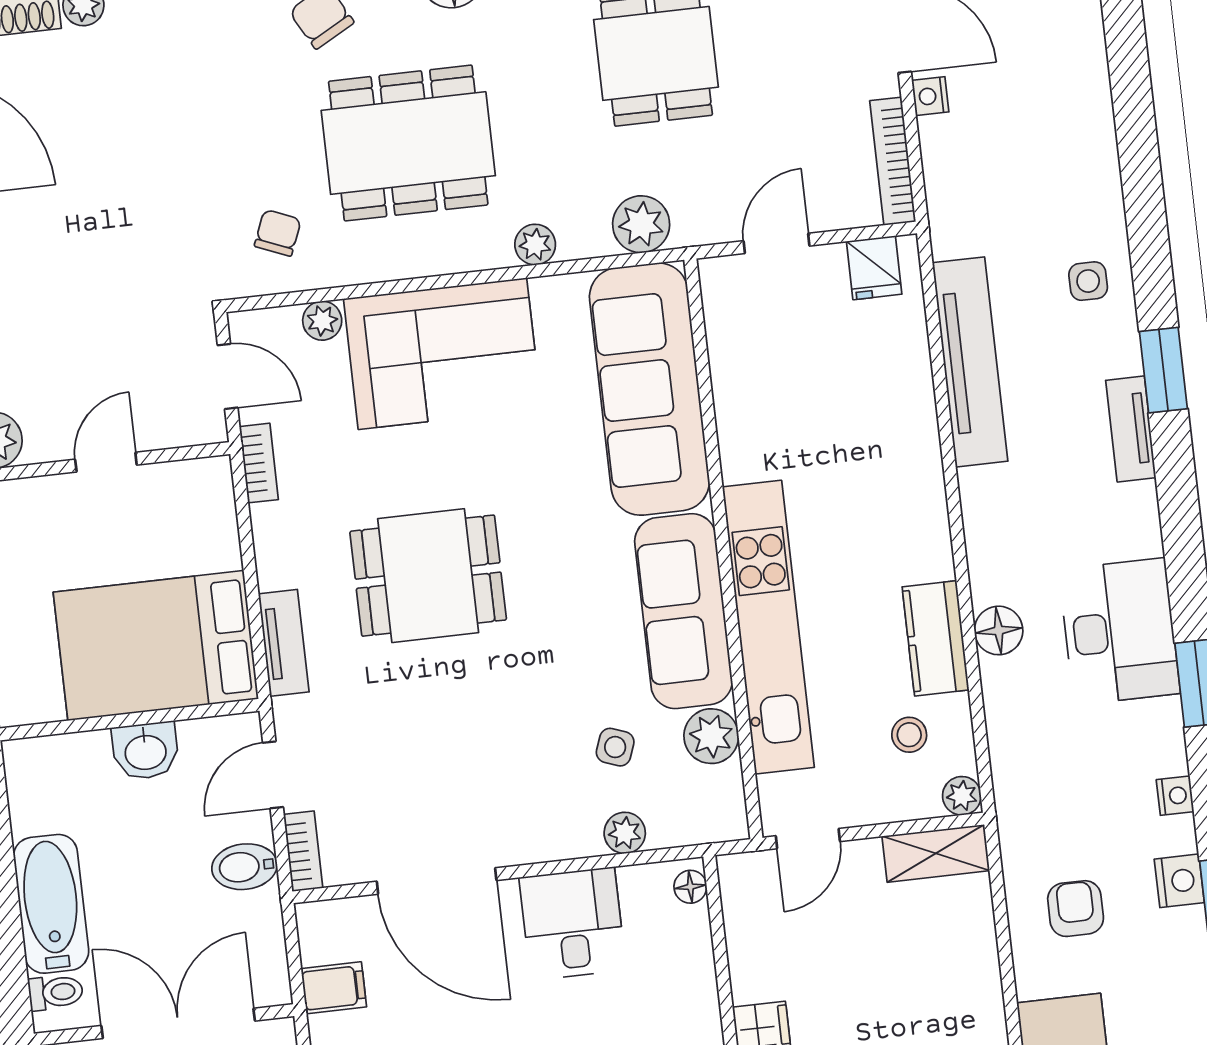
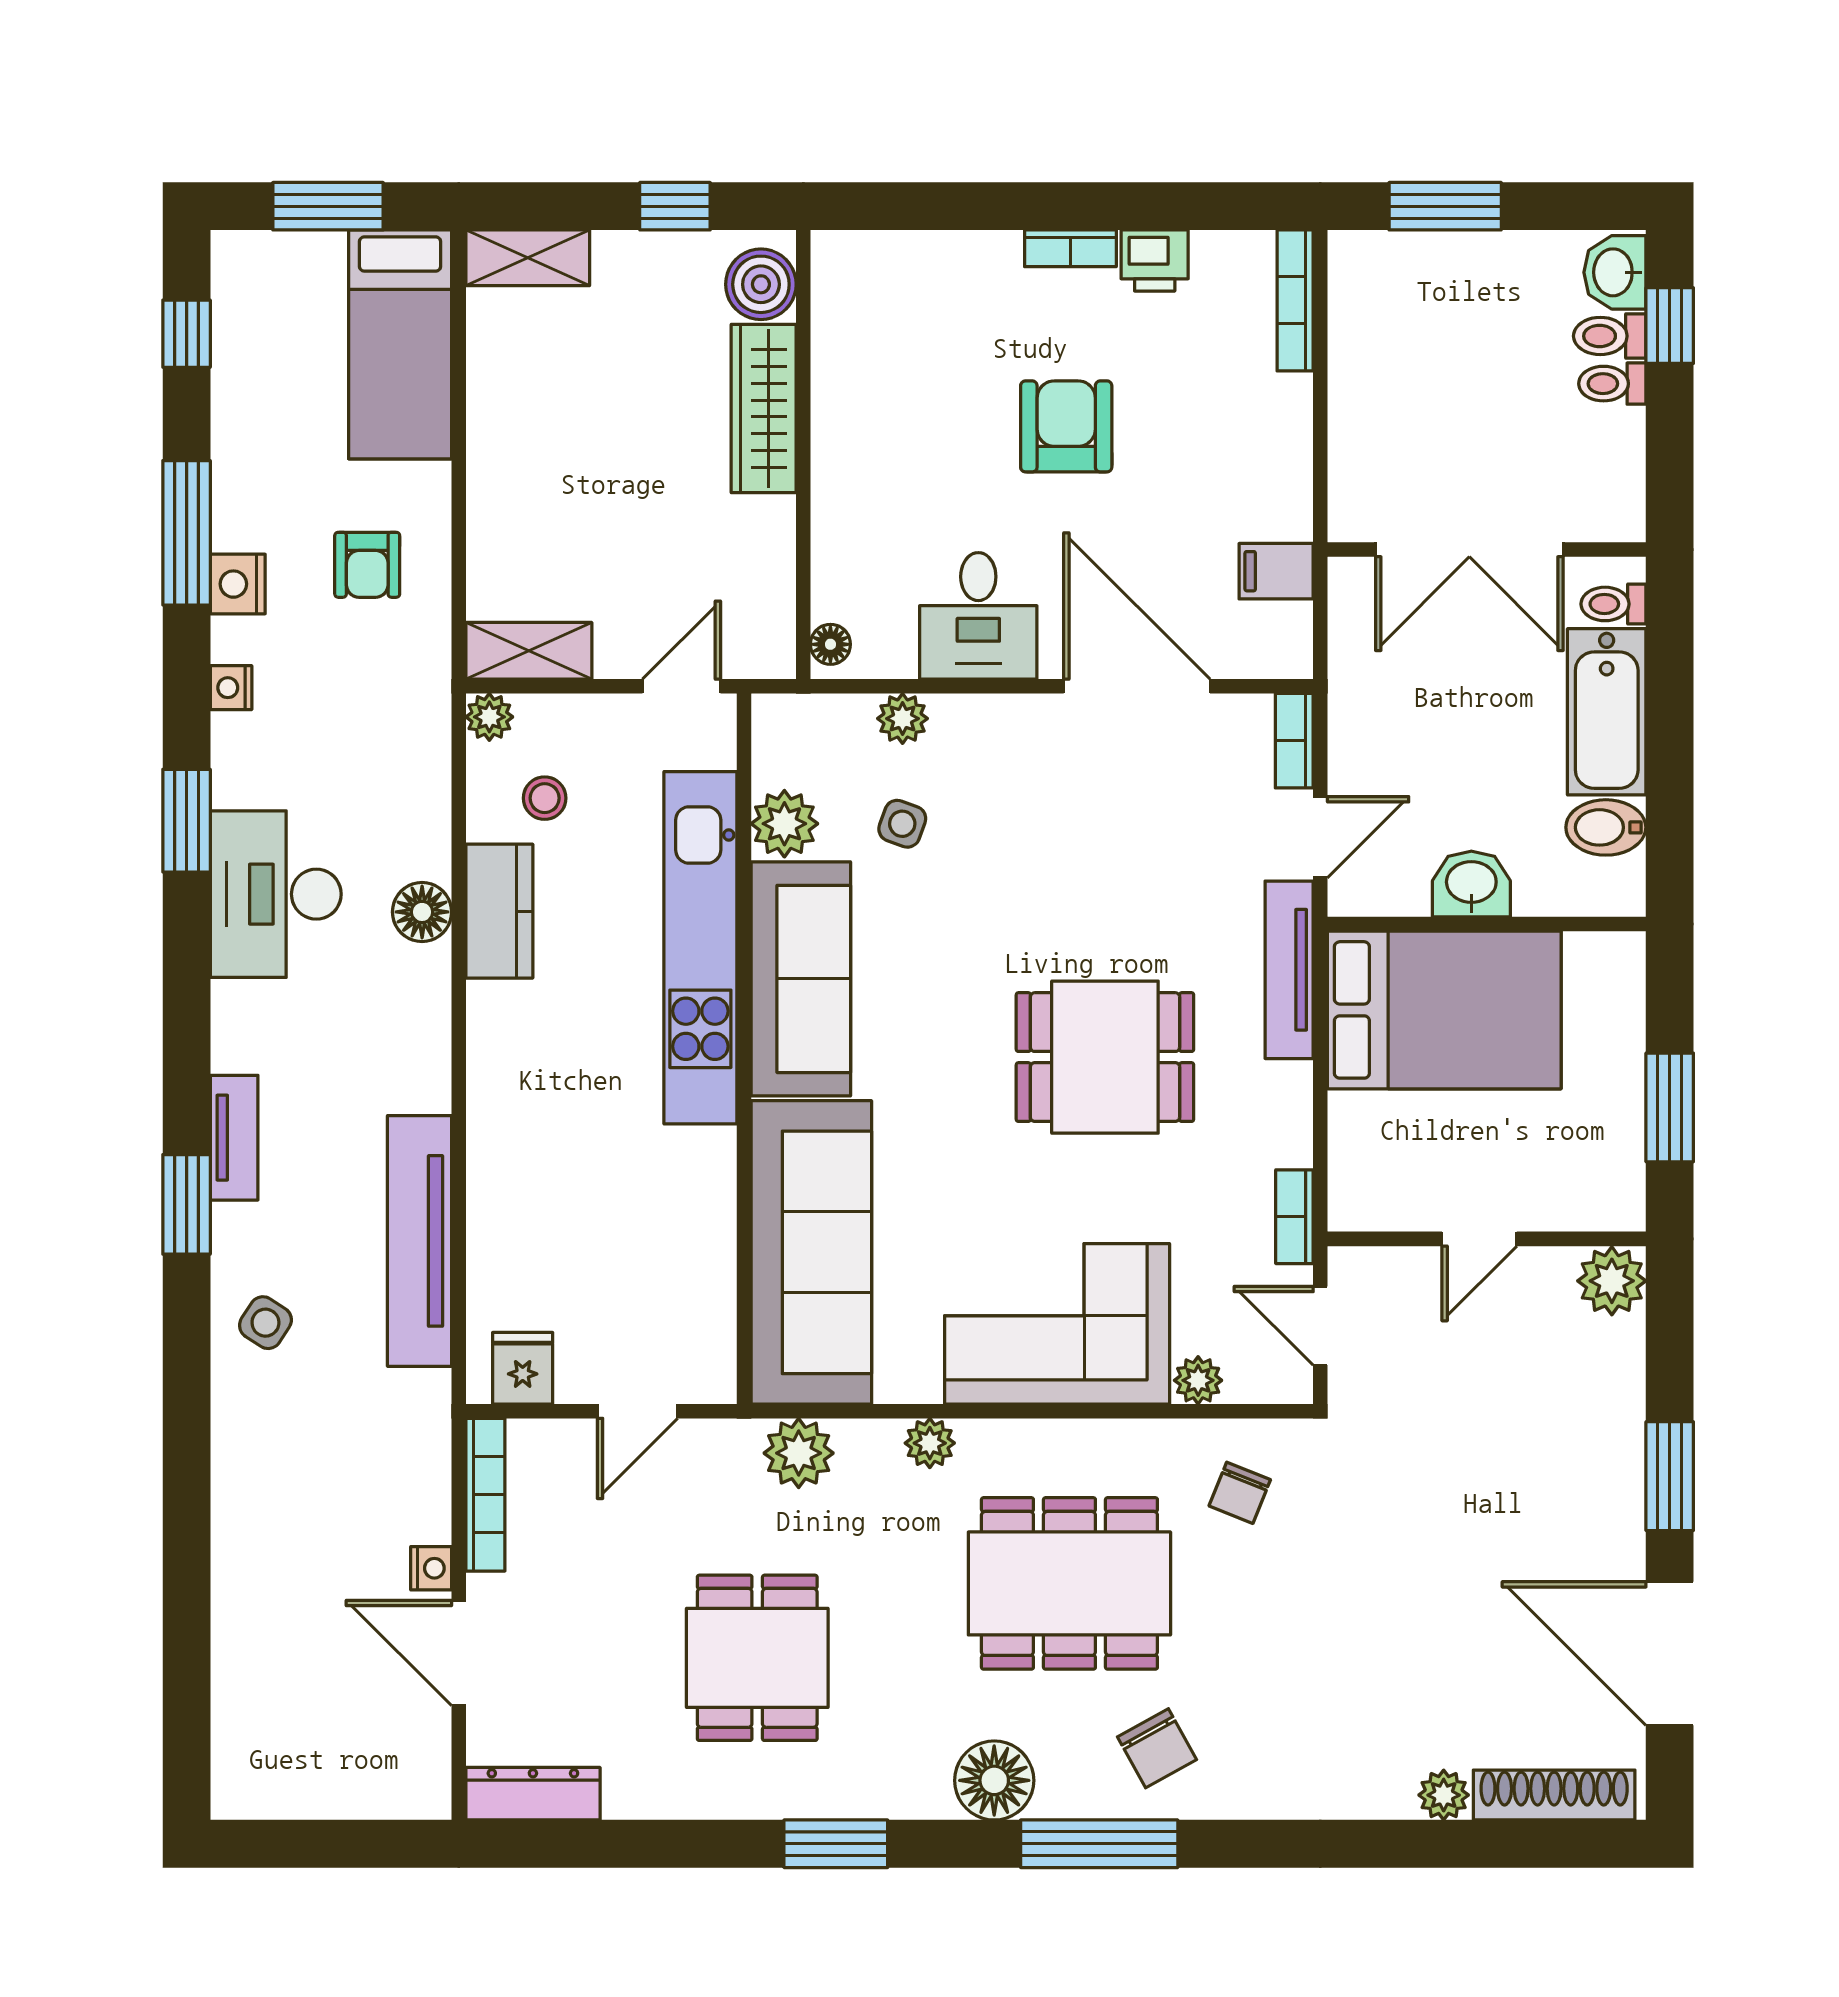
side table: (1088, 281) -> (265, 1323), turned 33
tv unit: (284, 643) -> (1289, 970), width x1.41
bidet: (244, 867) -> (1606, 827), moved, turned 180

